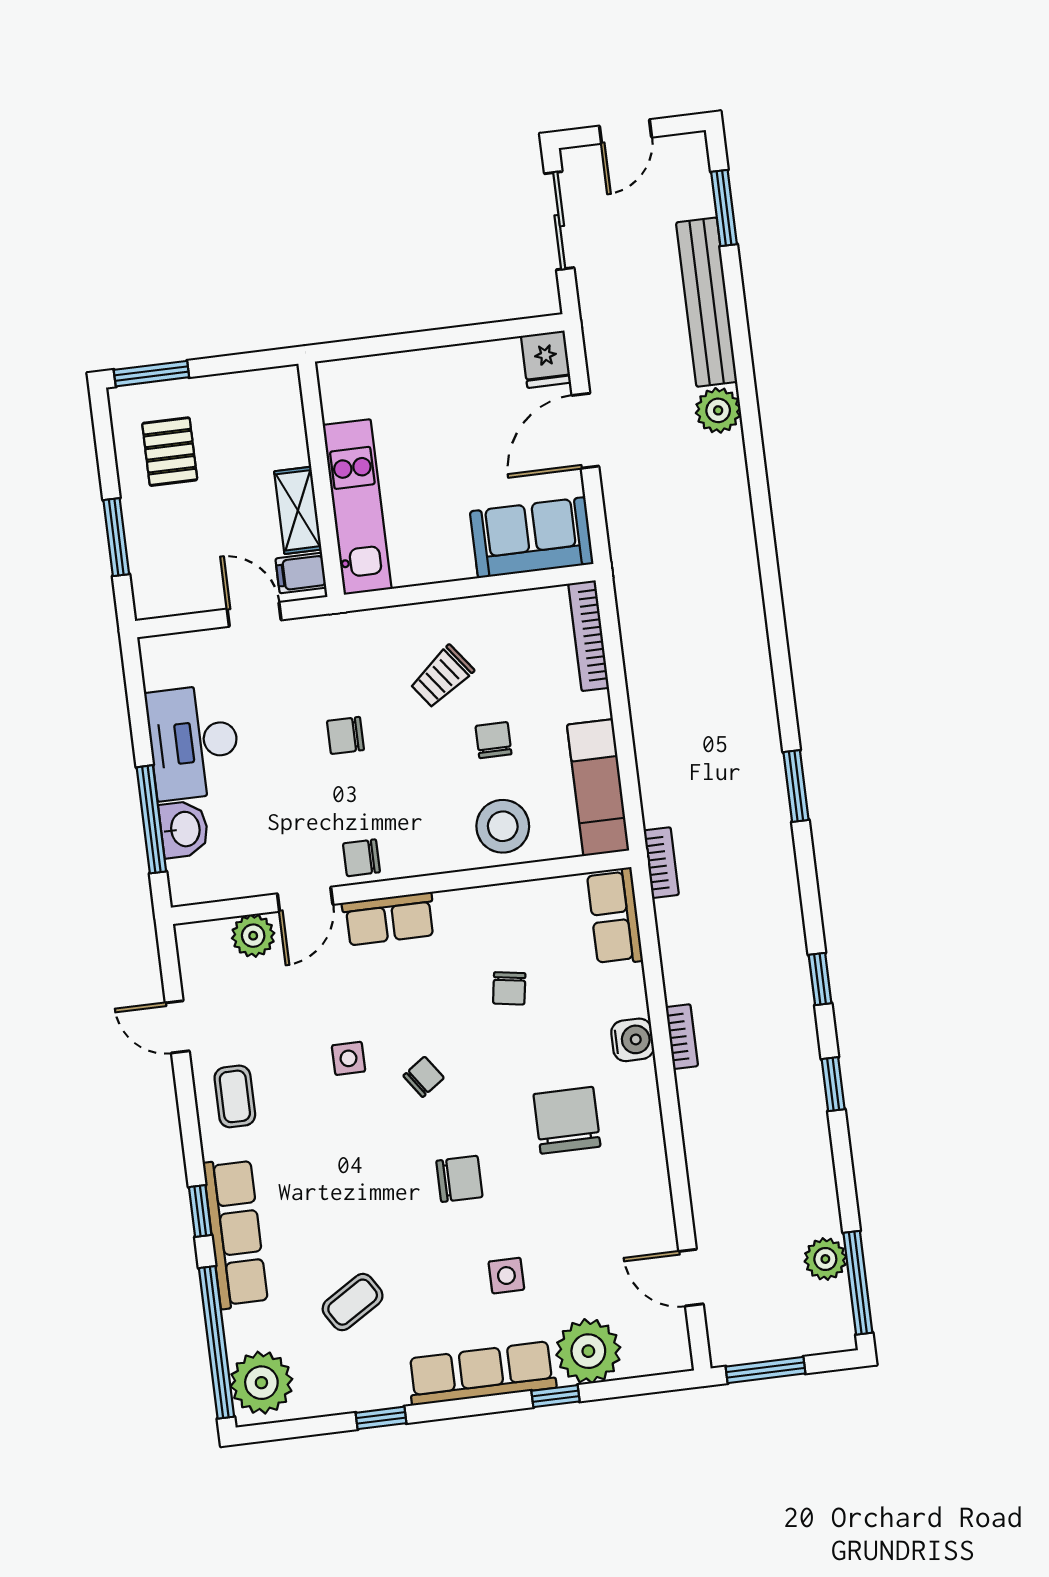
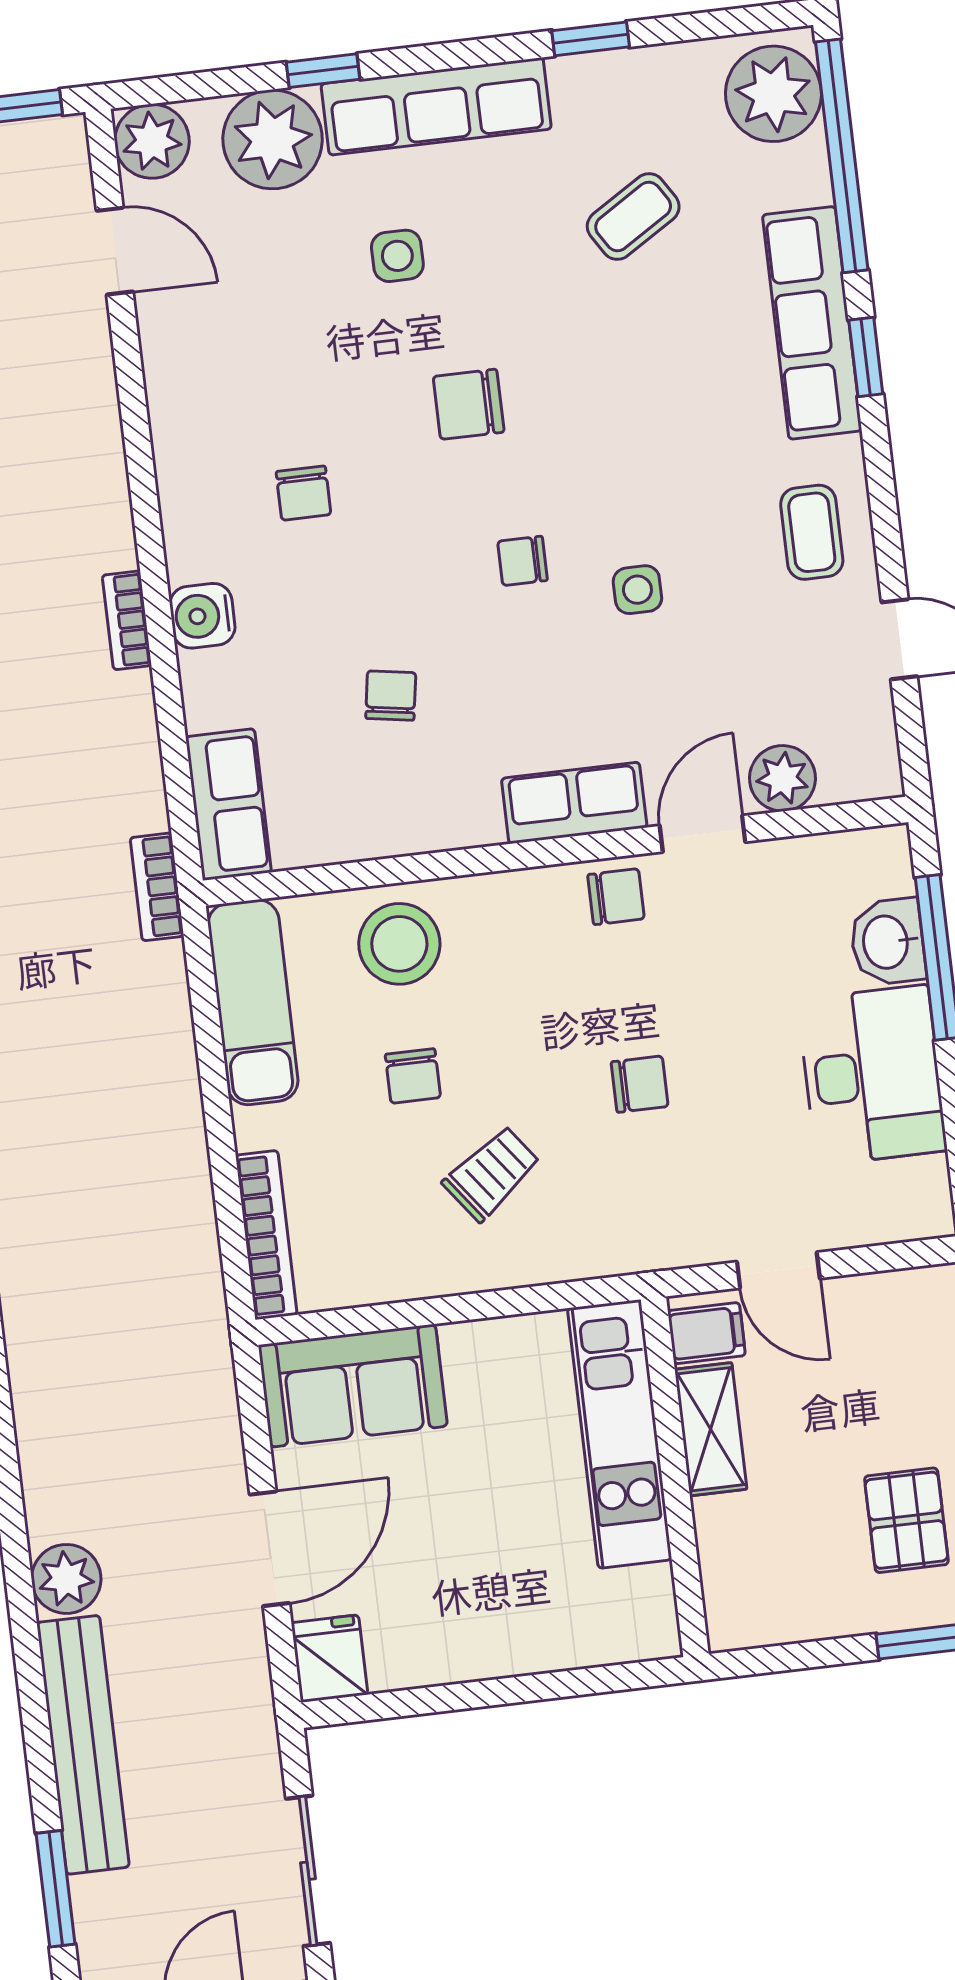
chair: (424, 1077) -> (523, 561), turned 35
chair: (567, 1120) -> (303, 493), width x0.54, depth x0.54
plant: (667, 1350) -> (152, 141), added

